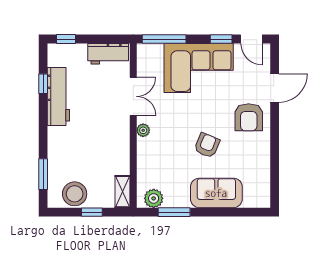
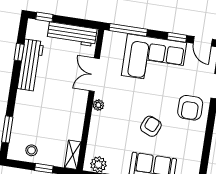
workbench: (108, 54) -> (72, 34), width x1.38
double door: (133, 96) -> (94, 75), swing flipped
stool: (75, 194) -> (32, 150), width x0.53, depth x0.53

